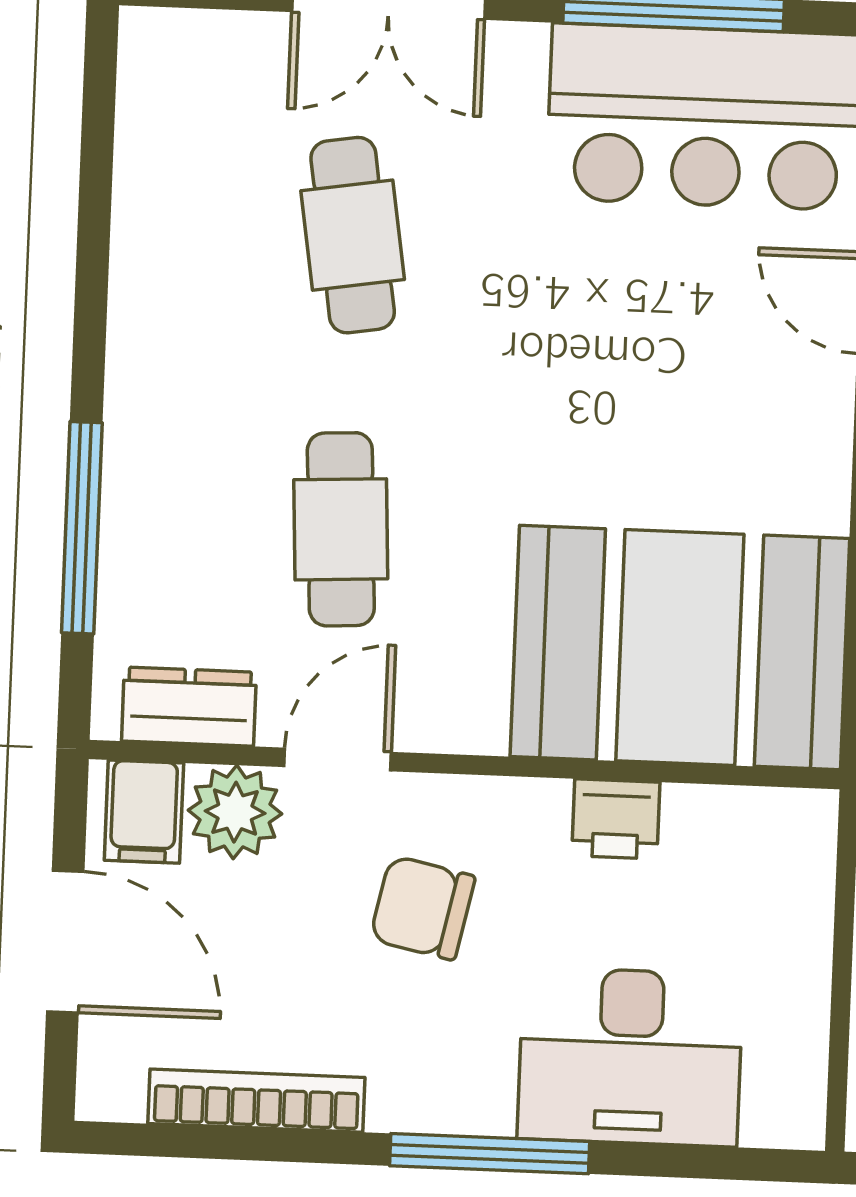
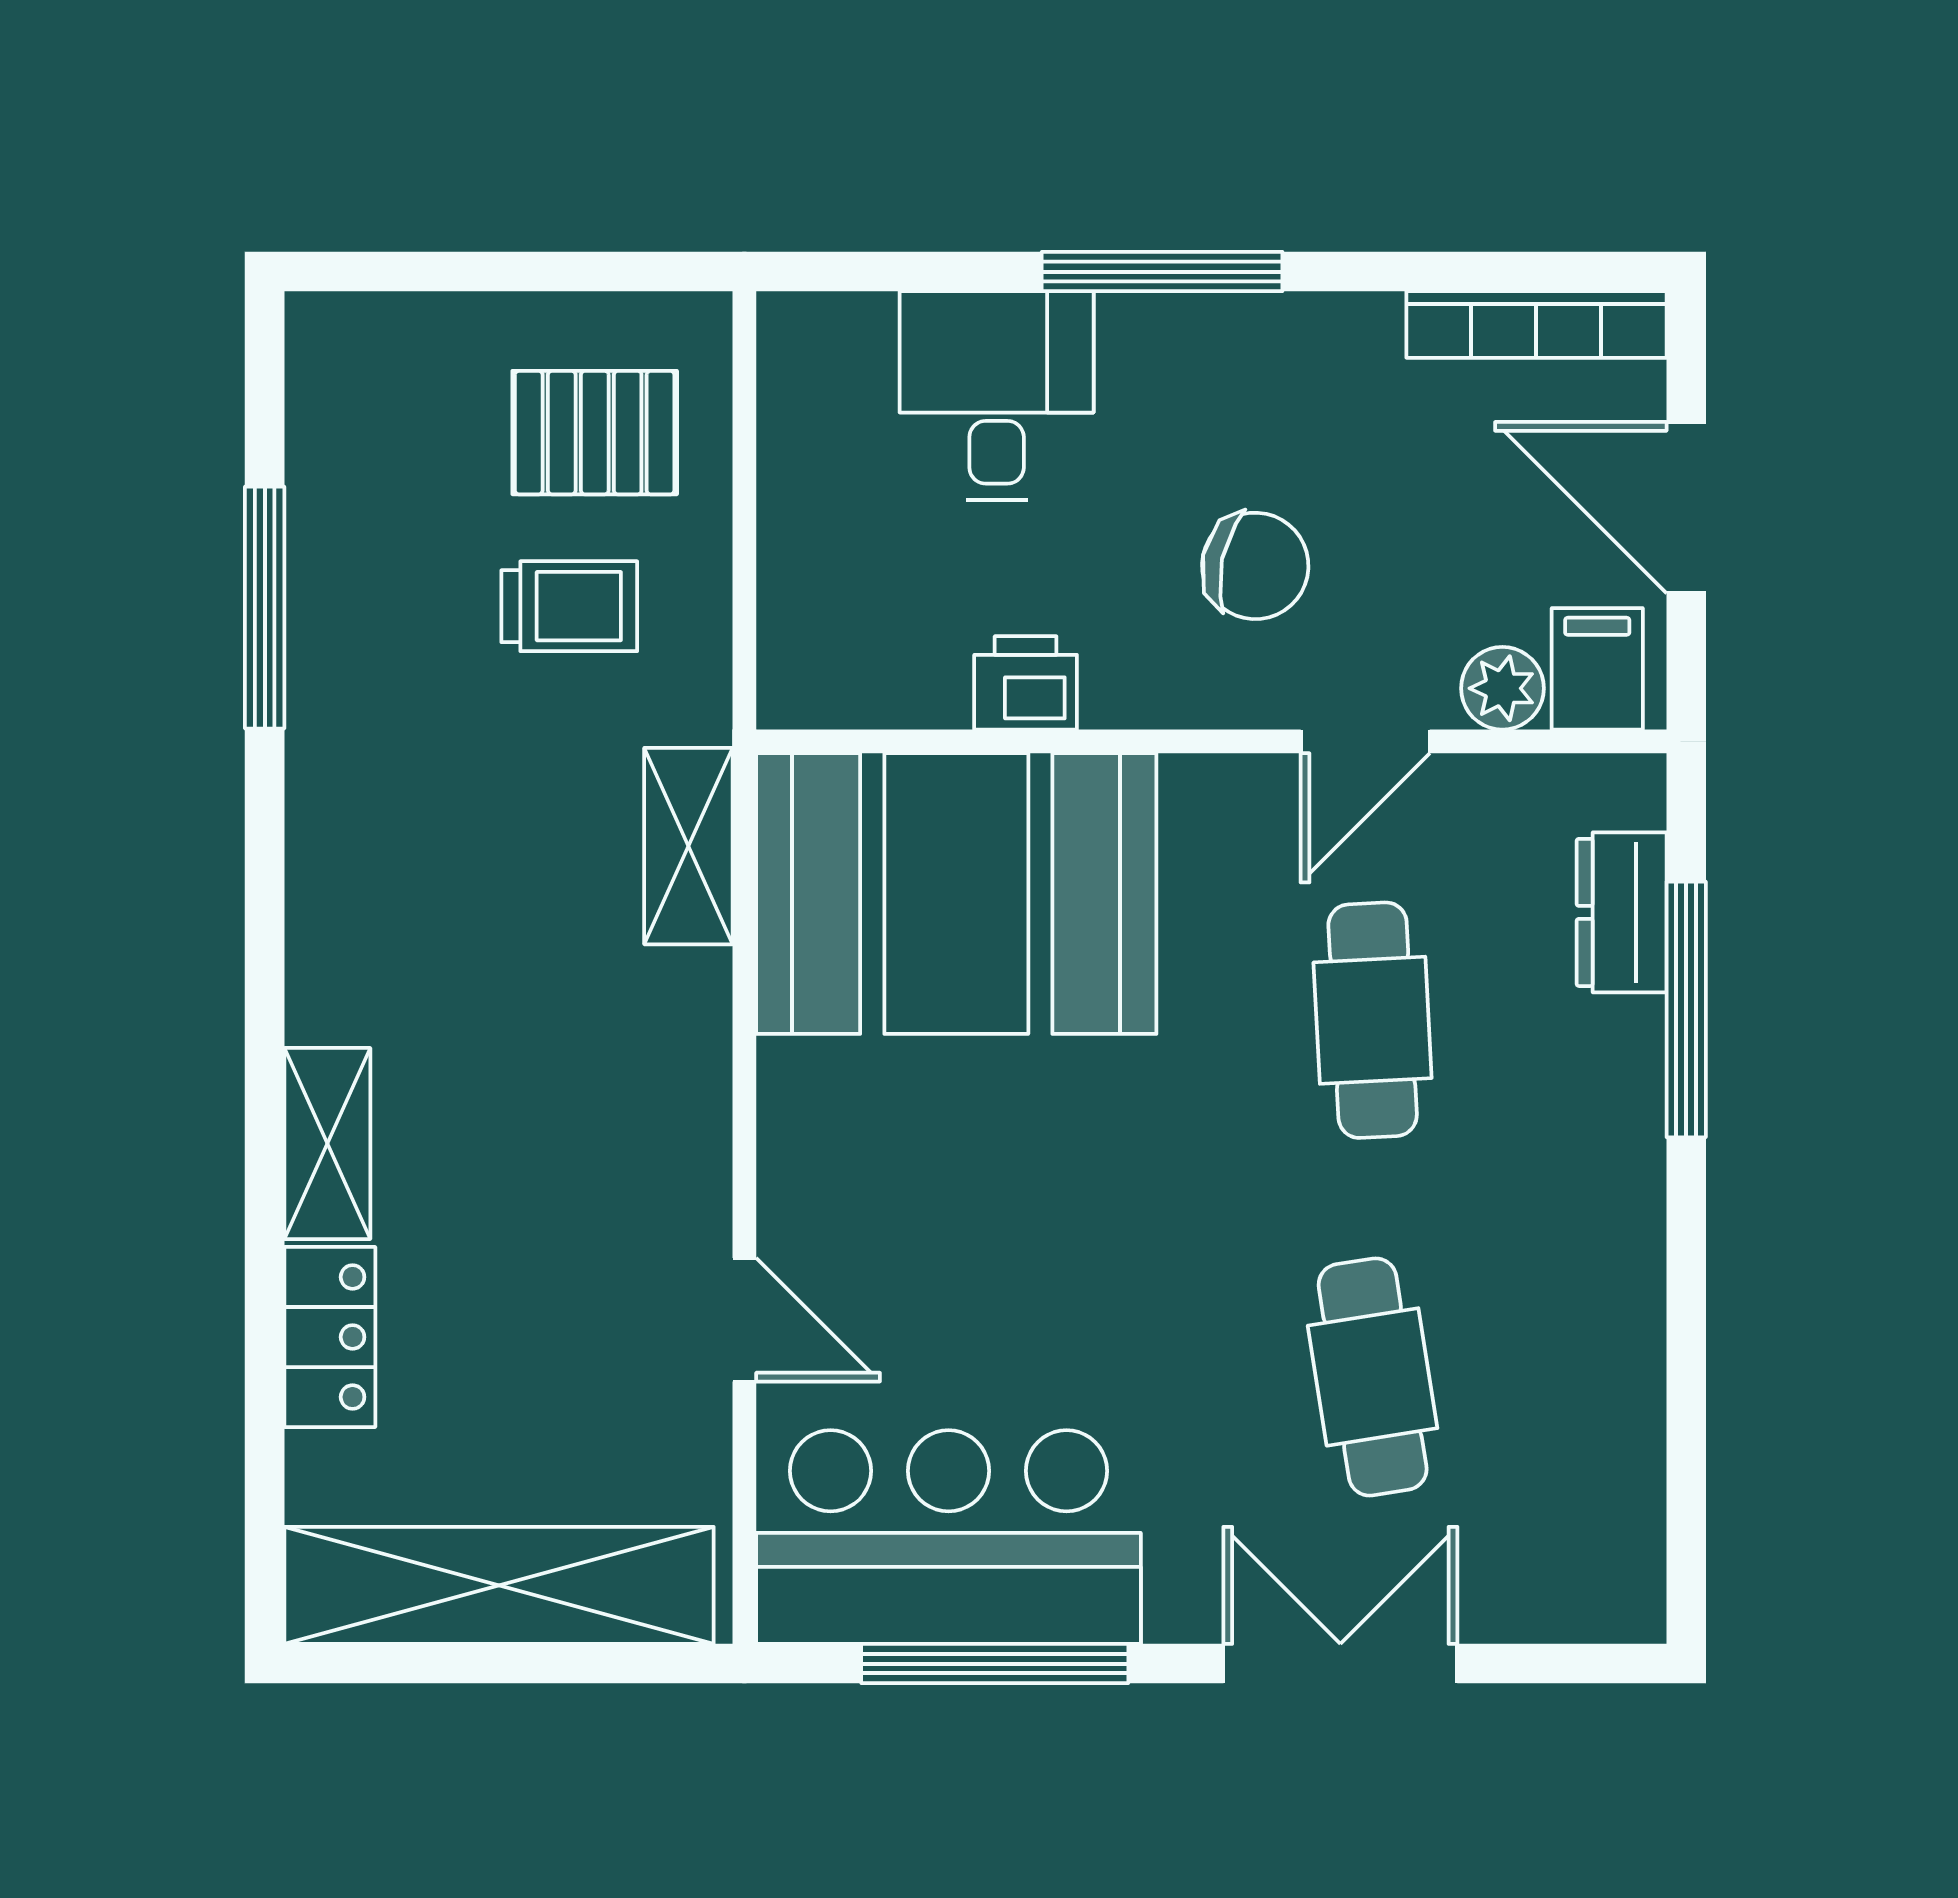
dresser: (189, 707) -> (1622, 912), moved, turned 90
plant: (235, 812) -> (1502, 688), width x0.73, depth x0.73
desk: (630, 1057) -> (997, 396), width x0.73
bookcase: (256, 1101) -> (1536, 324), moved

